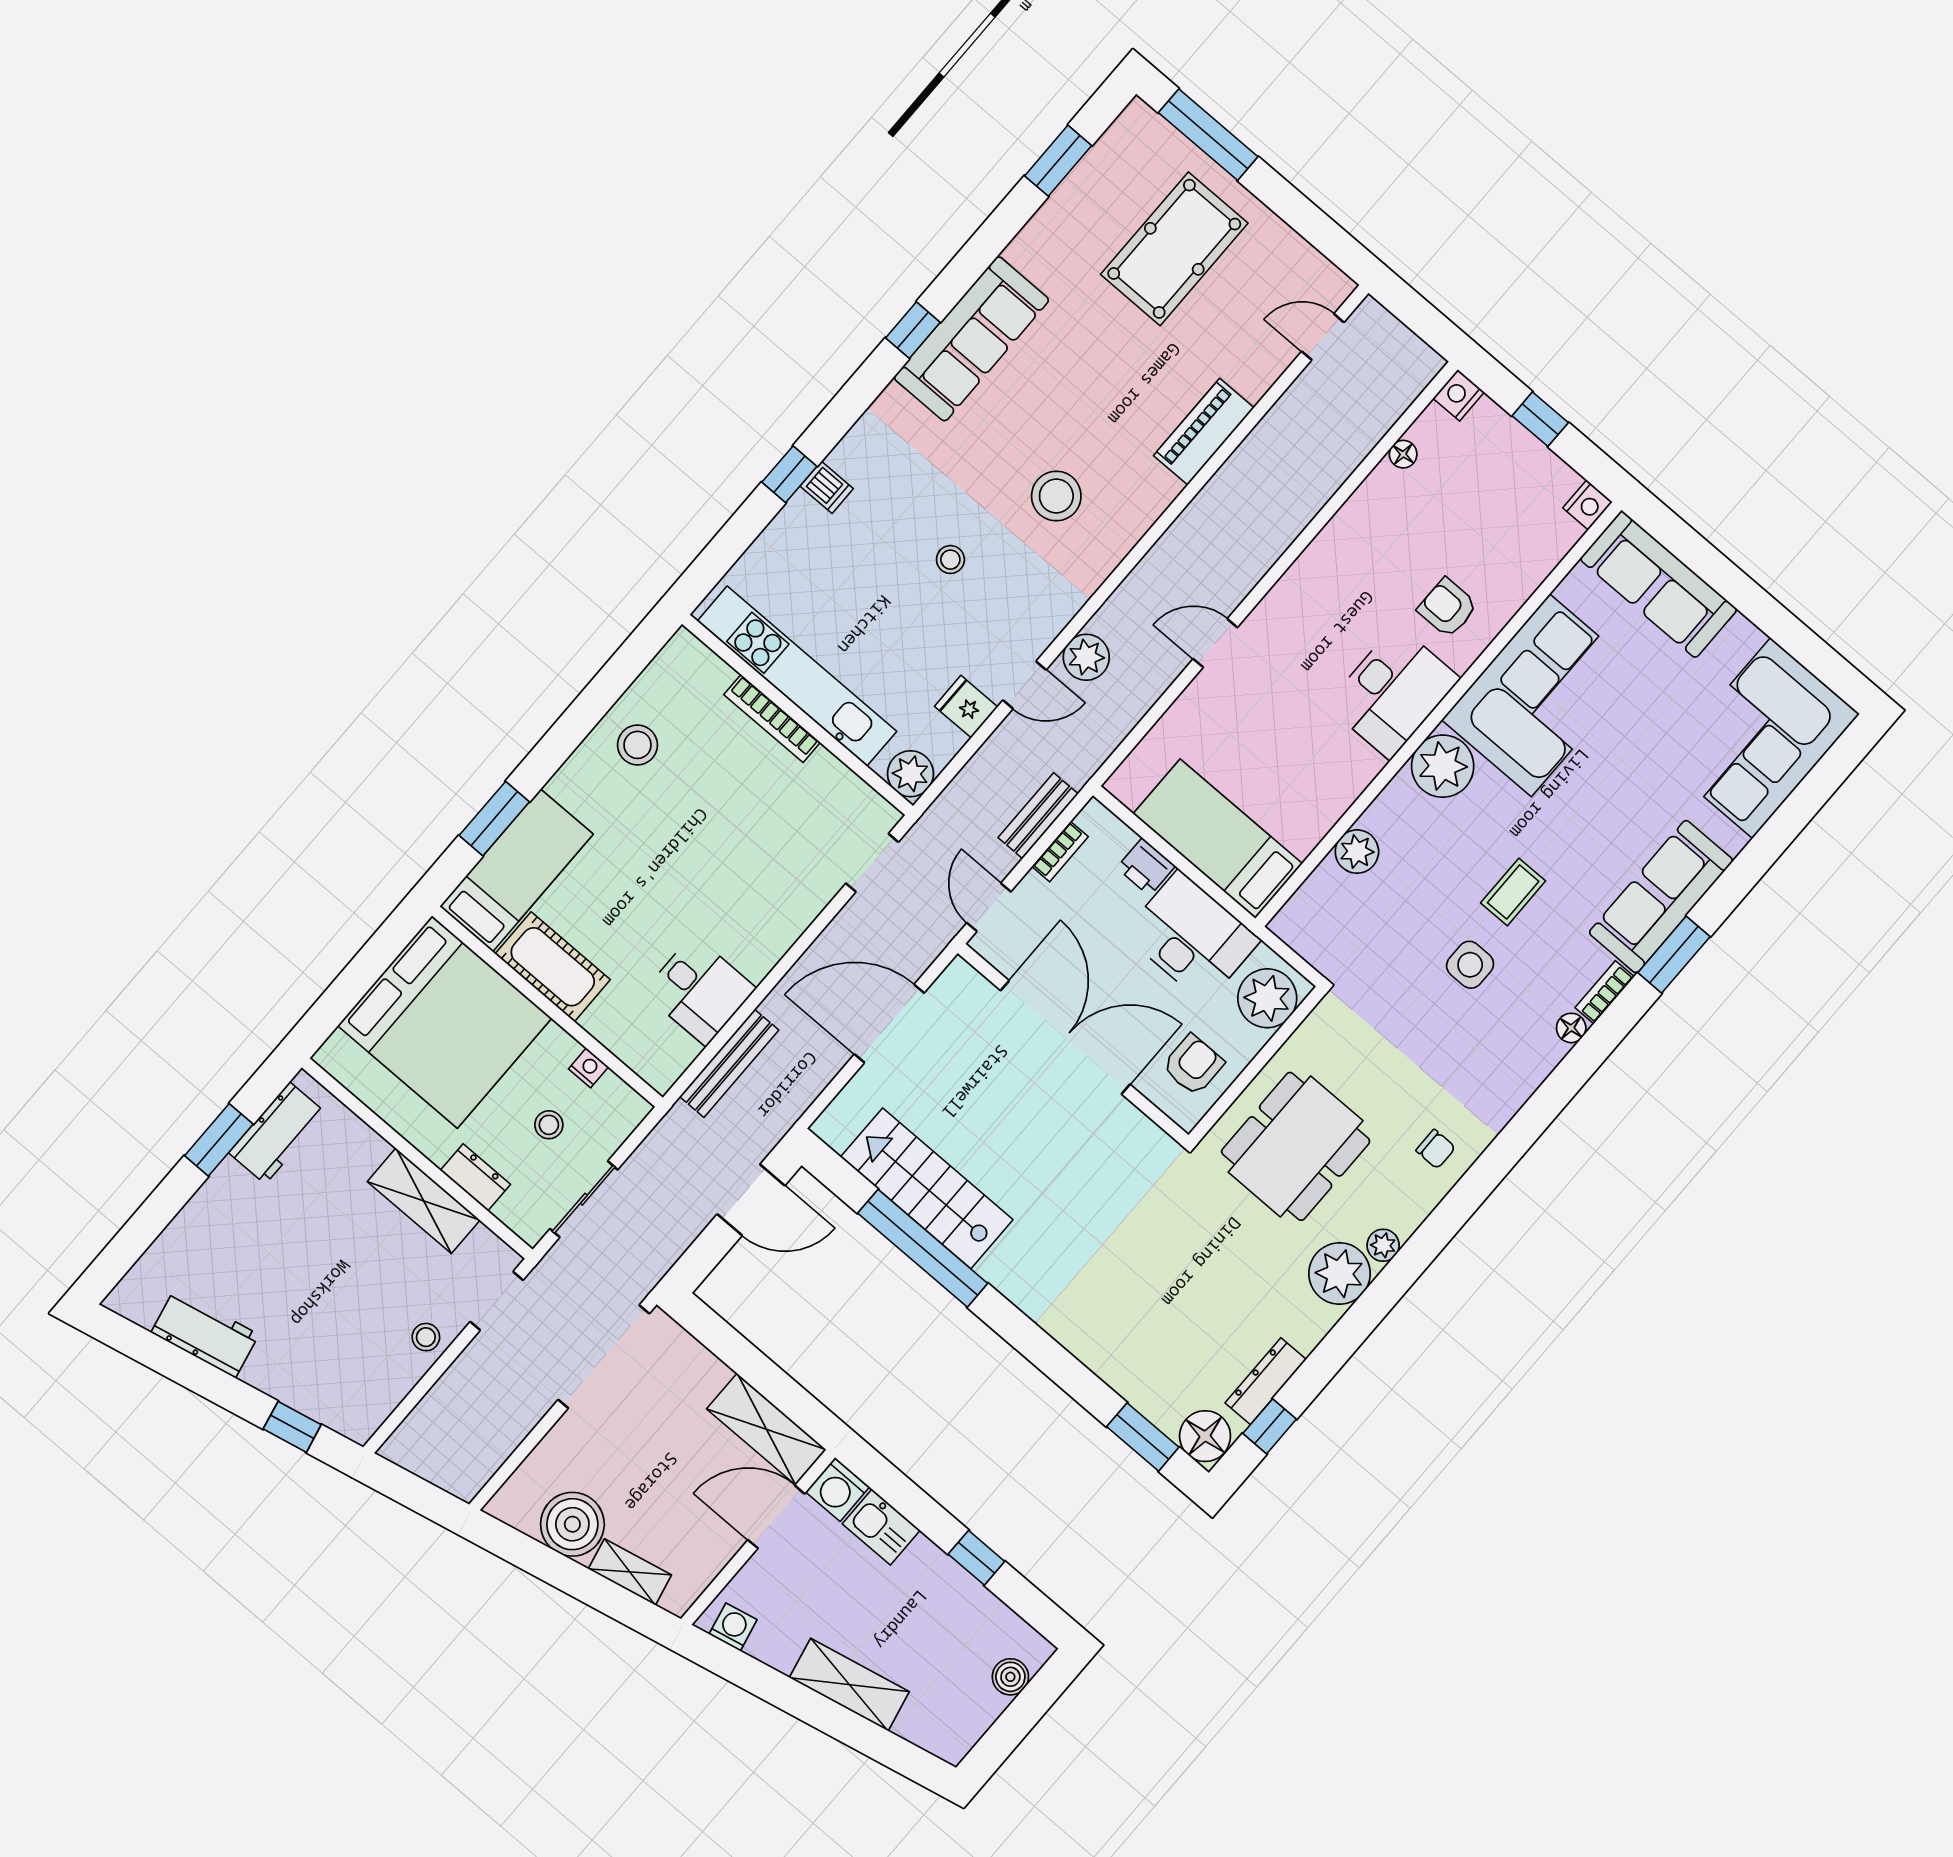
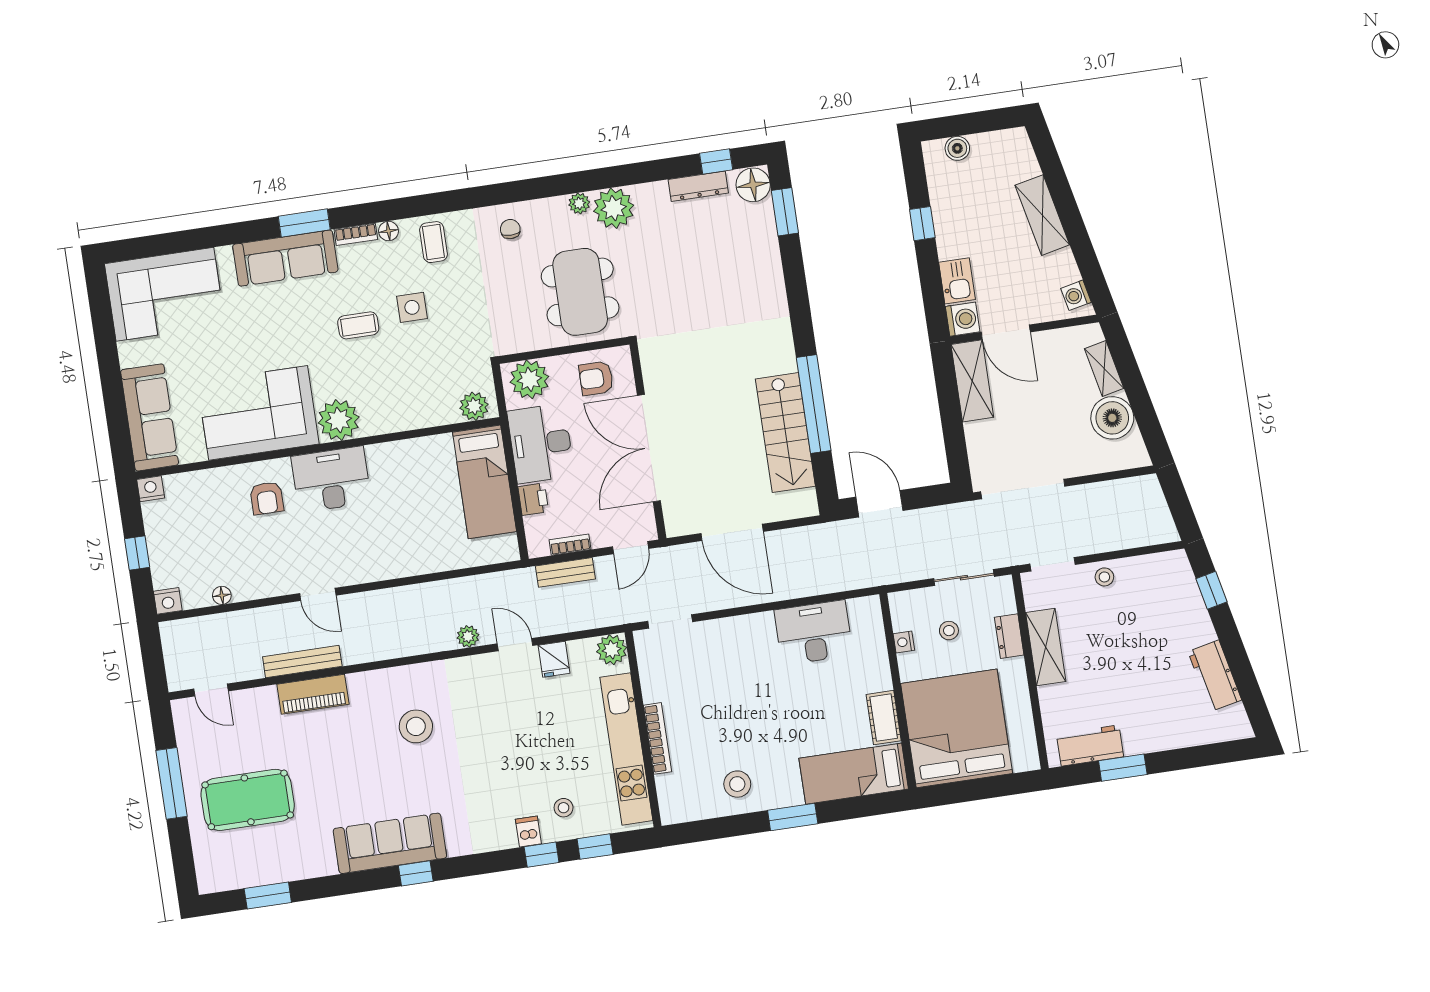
window: (1208, 135) -> (172, 783), moved
window: (737, 536) -> (595, 847), added
stool: (950, 560) -> (564, 808), moved
door: (1215, 643) -> (318, 594), moved
plant: (1086, 657) -> (468, 636), width x0.73, depth x0.73
window: (494, 819) -> (793, 817), moved
plant: (1357, 852) -> (474, 406), moved
cot: (553, 967) -> (884, 718), width x0.73, depth x0.75
desk: (700, 990) -> (814, 633), width x1.37
coffee table: (1510, 1059) -> (433, 242), added
bench: (729, 1063) -> (302, 661), moved
dining table: (1296, 1146) -> (580, 292), turned 90

